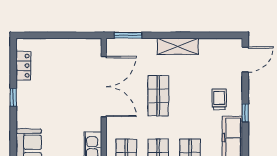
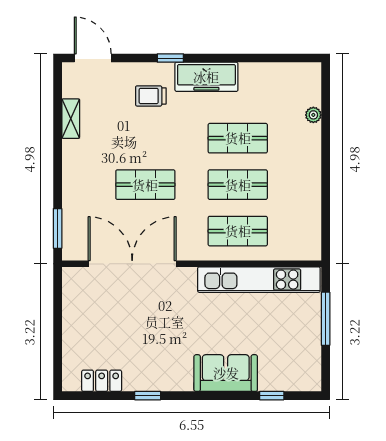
shelving: (178, 46) -> (71, 119), moved, width x0.67, depth x0.75

